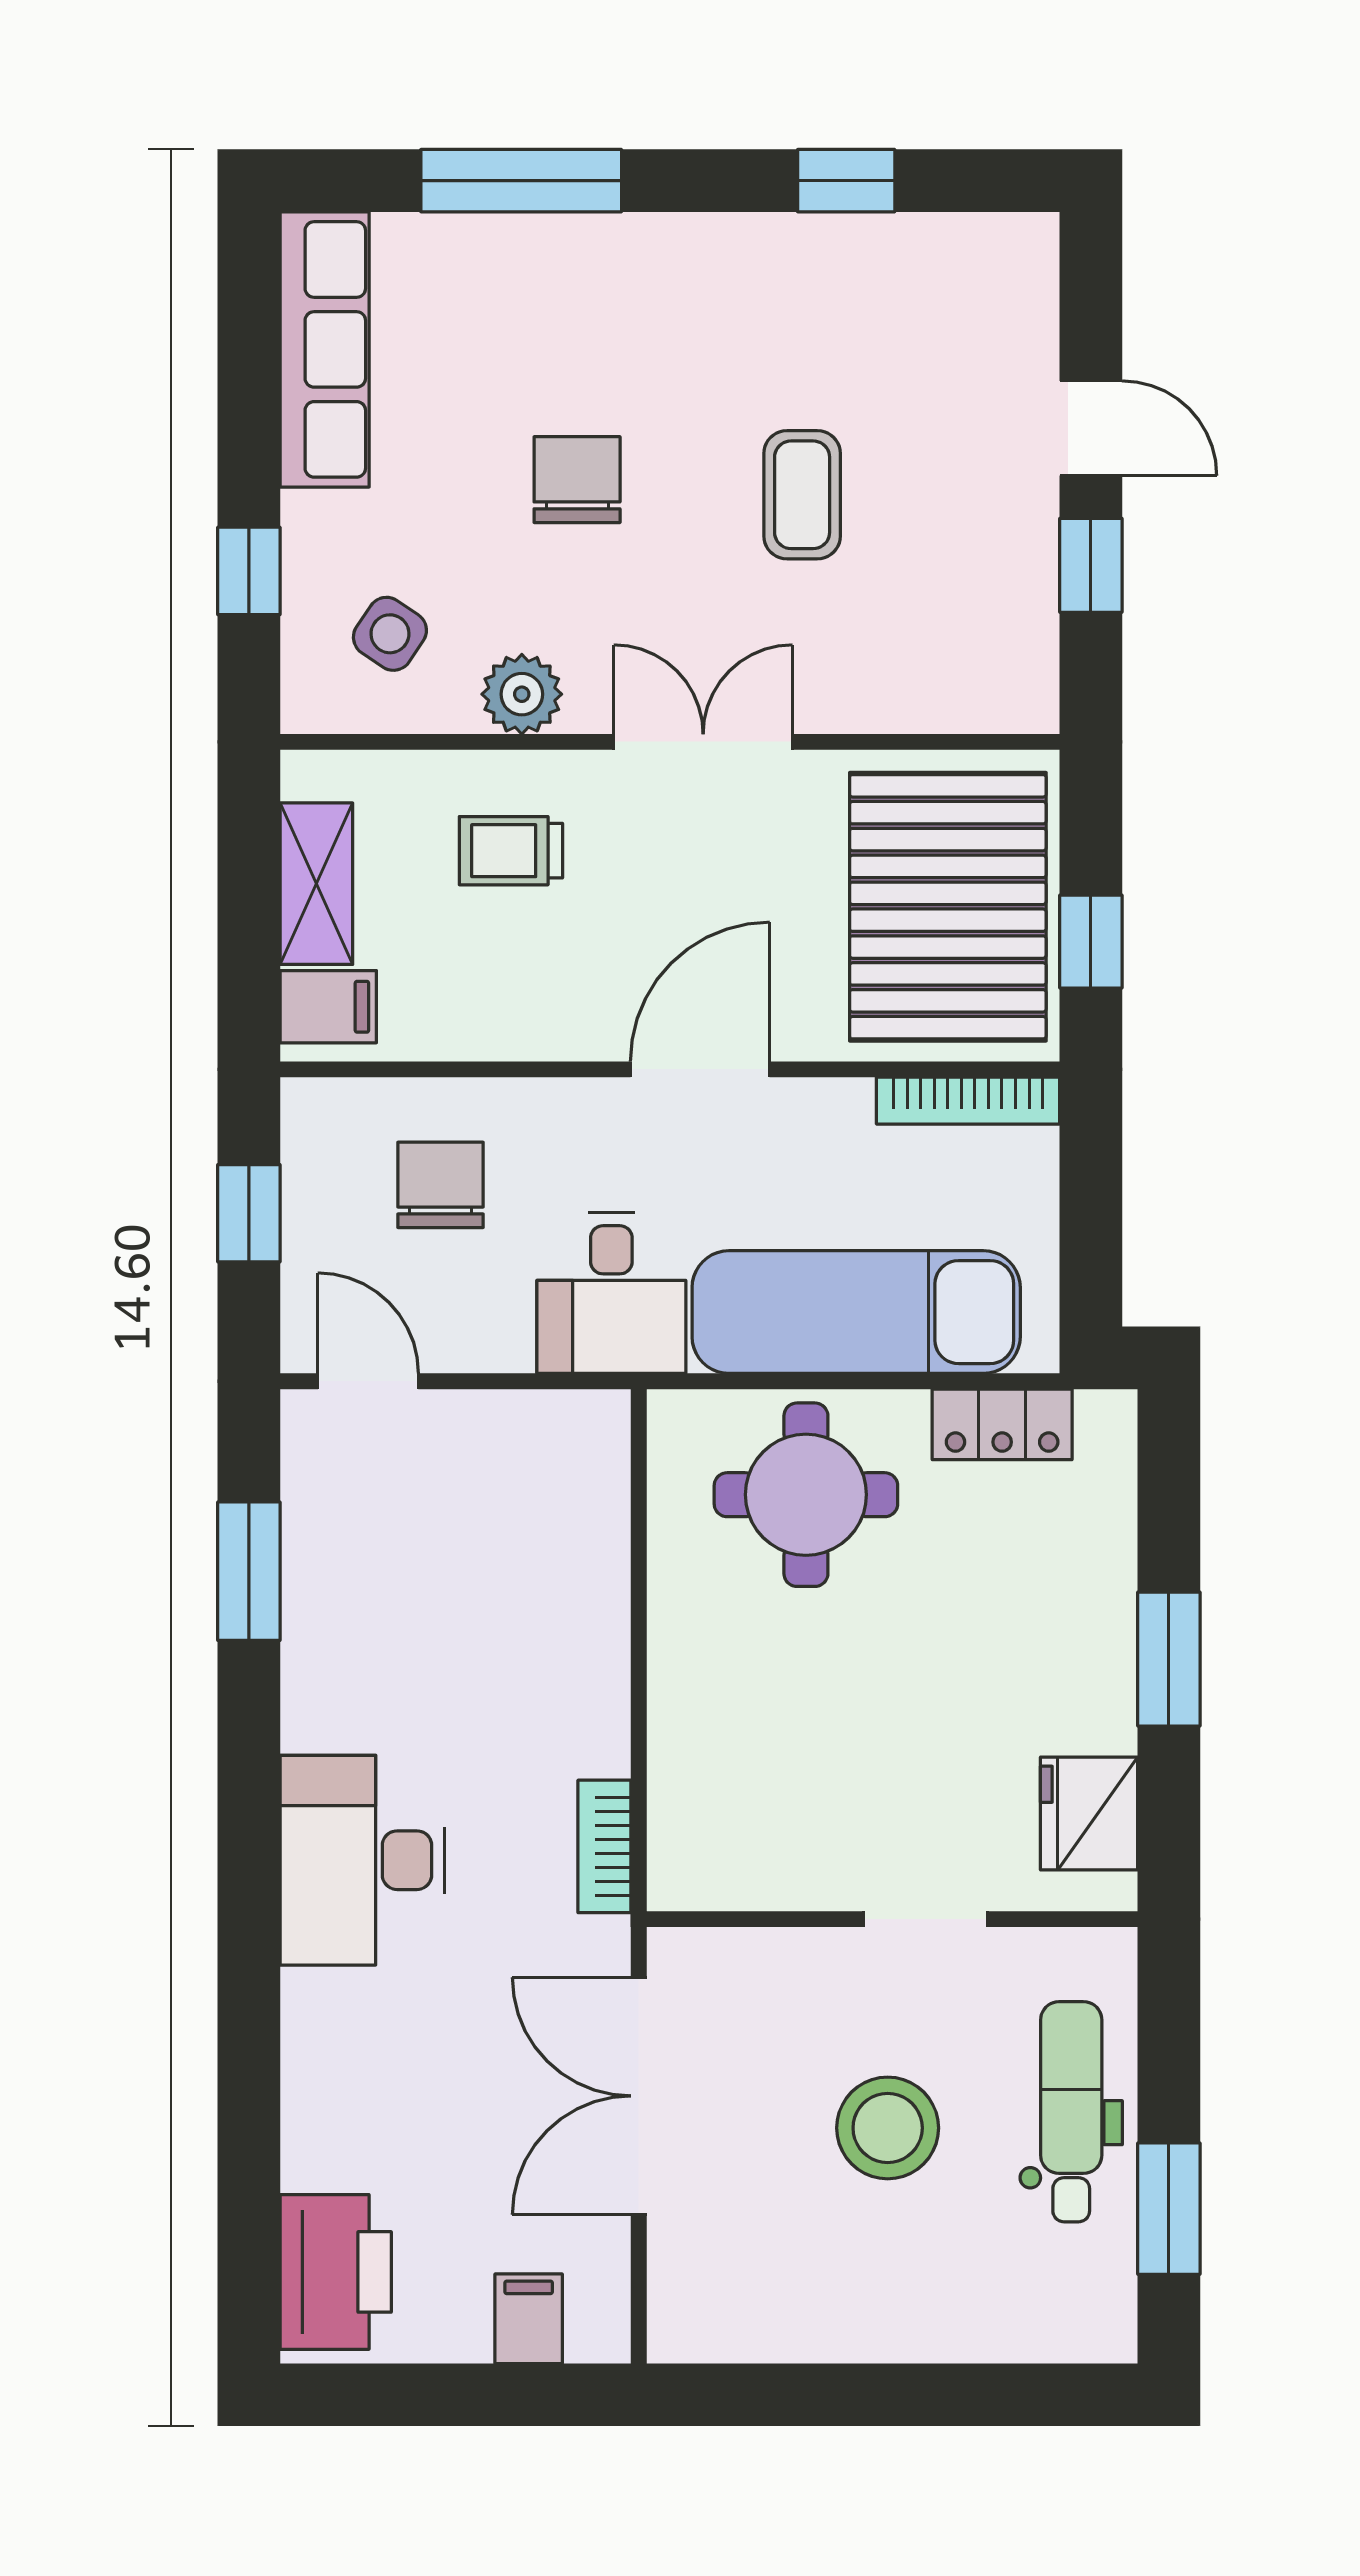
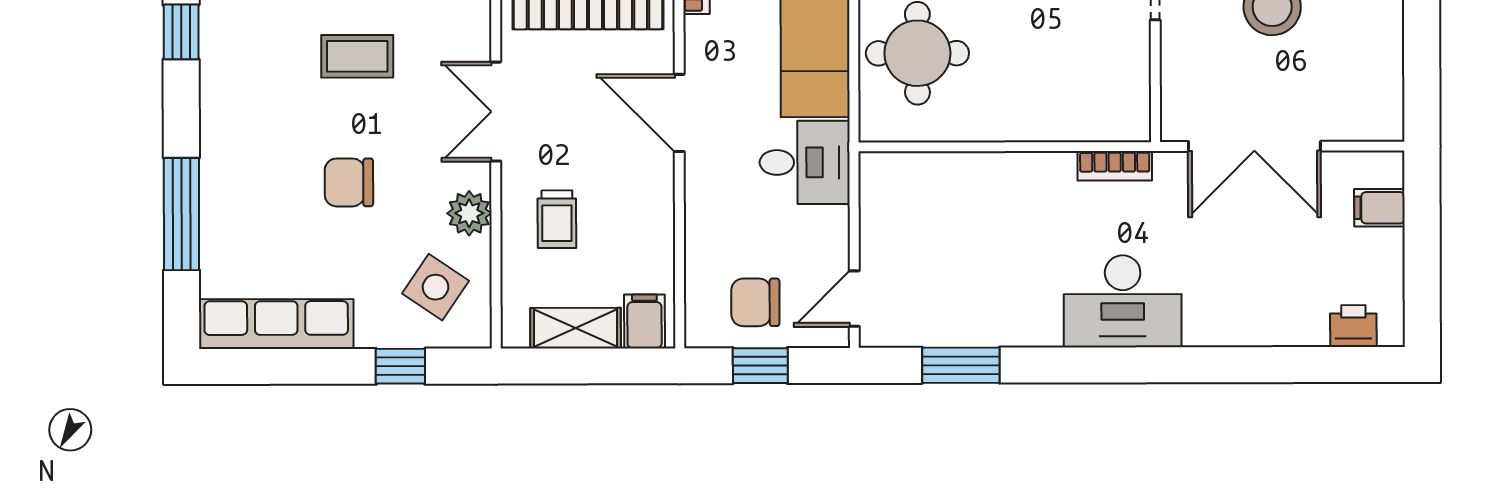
side table: (390, 634) -> (435, 287), width x1.37, depth x1.37
chair: (440, 1185) -> (755, 302), moved
printer: (336, 2272) -> (1353, 326), width x0.53, depth x0.68

